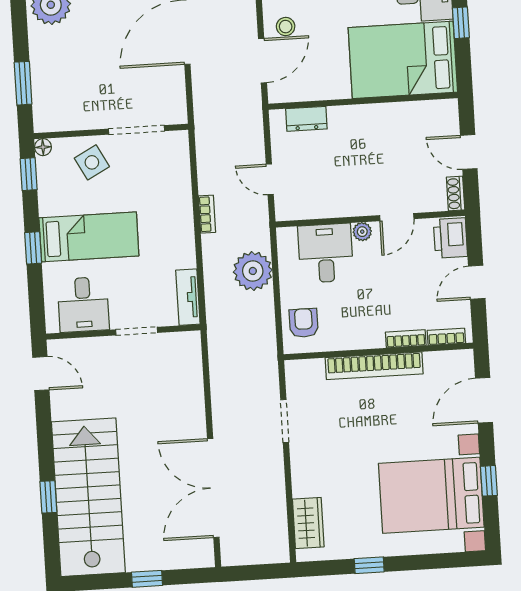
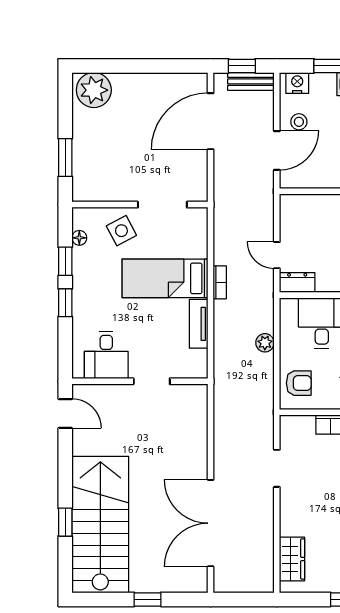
dresser: (306, 119) -> (297, 283), moved, turned 180
floor lamp: (43, 147) -> (79, 238), moved
window: (29, 174) -> (65, 261), moved
bed: (89, 237) -> (165, 278), moved, turned 180
plant: (253, 271) -> (265, 343), width x0.53, depth x0.53
tv unit: (188, 297) -> (199, 324), moved
armchair: (304, 323) -> (299, 383), turned 90

